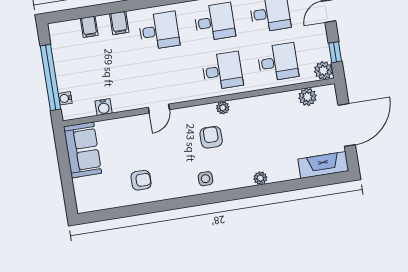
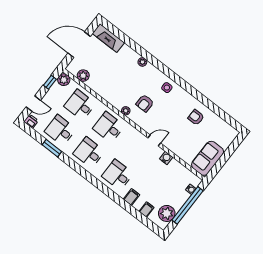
plant: (63, 45) -> (167, 213), added
water cooler: (104, 107) -> (166, 158), moved

